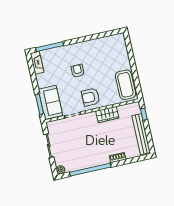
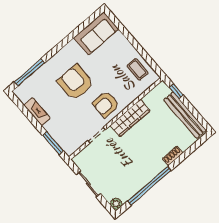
fireplace: (37, 63) -> (37, 112), moved
armchair: (78, 71) -> (75, 83), width x1.88, depth x1.88
coffee table: (125, 85) -> (138, 69), width x0.54, depth x0.58
sofa: (50, 102) -> (96, 33), moved, turned 90
wardrobe: (107, 115) -> (130, 118), width x1.50

